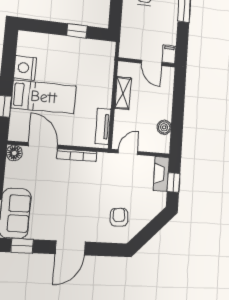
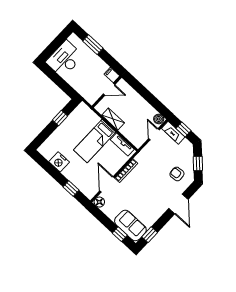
bed: (44, 97) -> (95, 141), moved, turned 180
boiler: (164, 127) -> (159, 119), moved
door: (43, 145) -> (107, 184), hinge flipped
door: (128, 152) -> (154, 134), moved
window: (149, 231) -> (198, 164), added
door: (70, 248) -> (178, 204), moved

